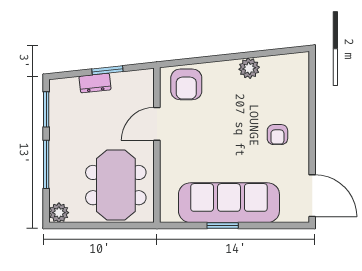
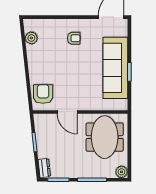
plant: (249, 68) -> (31, 38), moved
dresser: (95, 83) -> (44, 168), moved
armchair: (186, 84) -> (43, 94), turned -90
meeting table: (116, 185) -> (105, 137), turned 90

